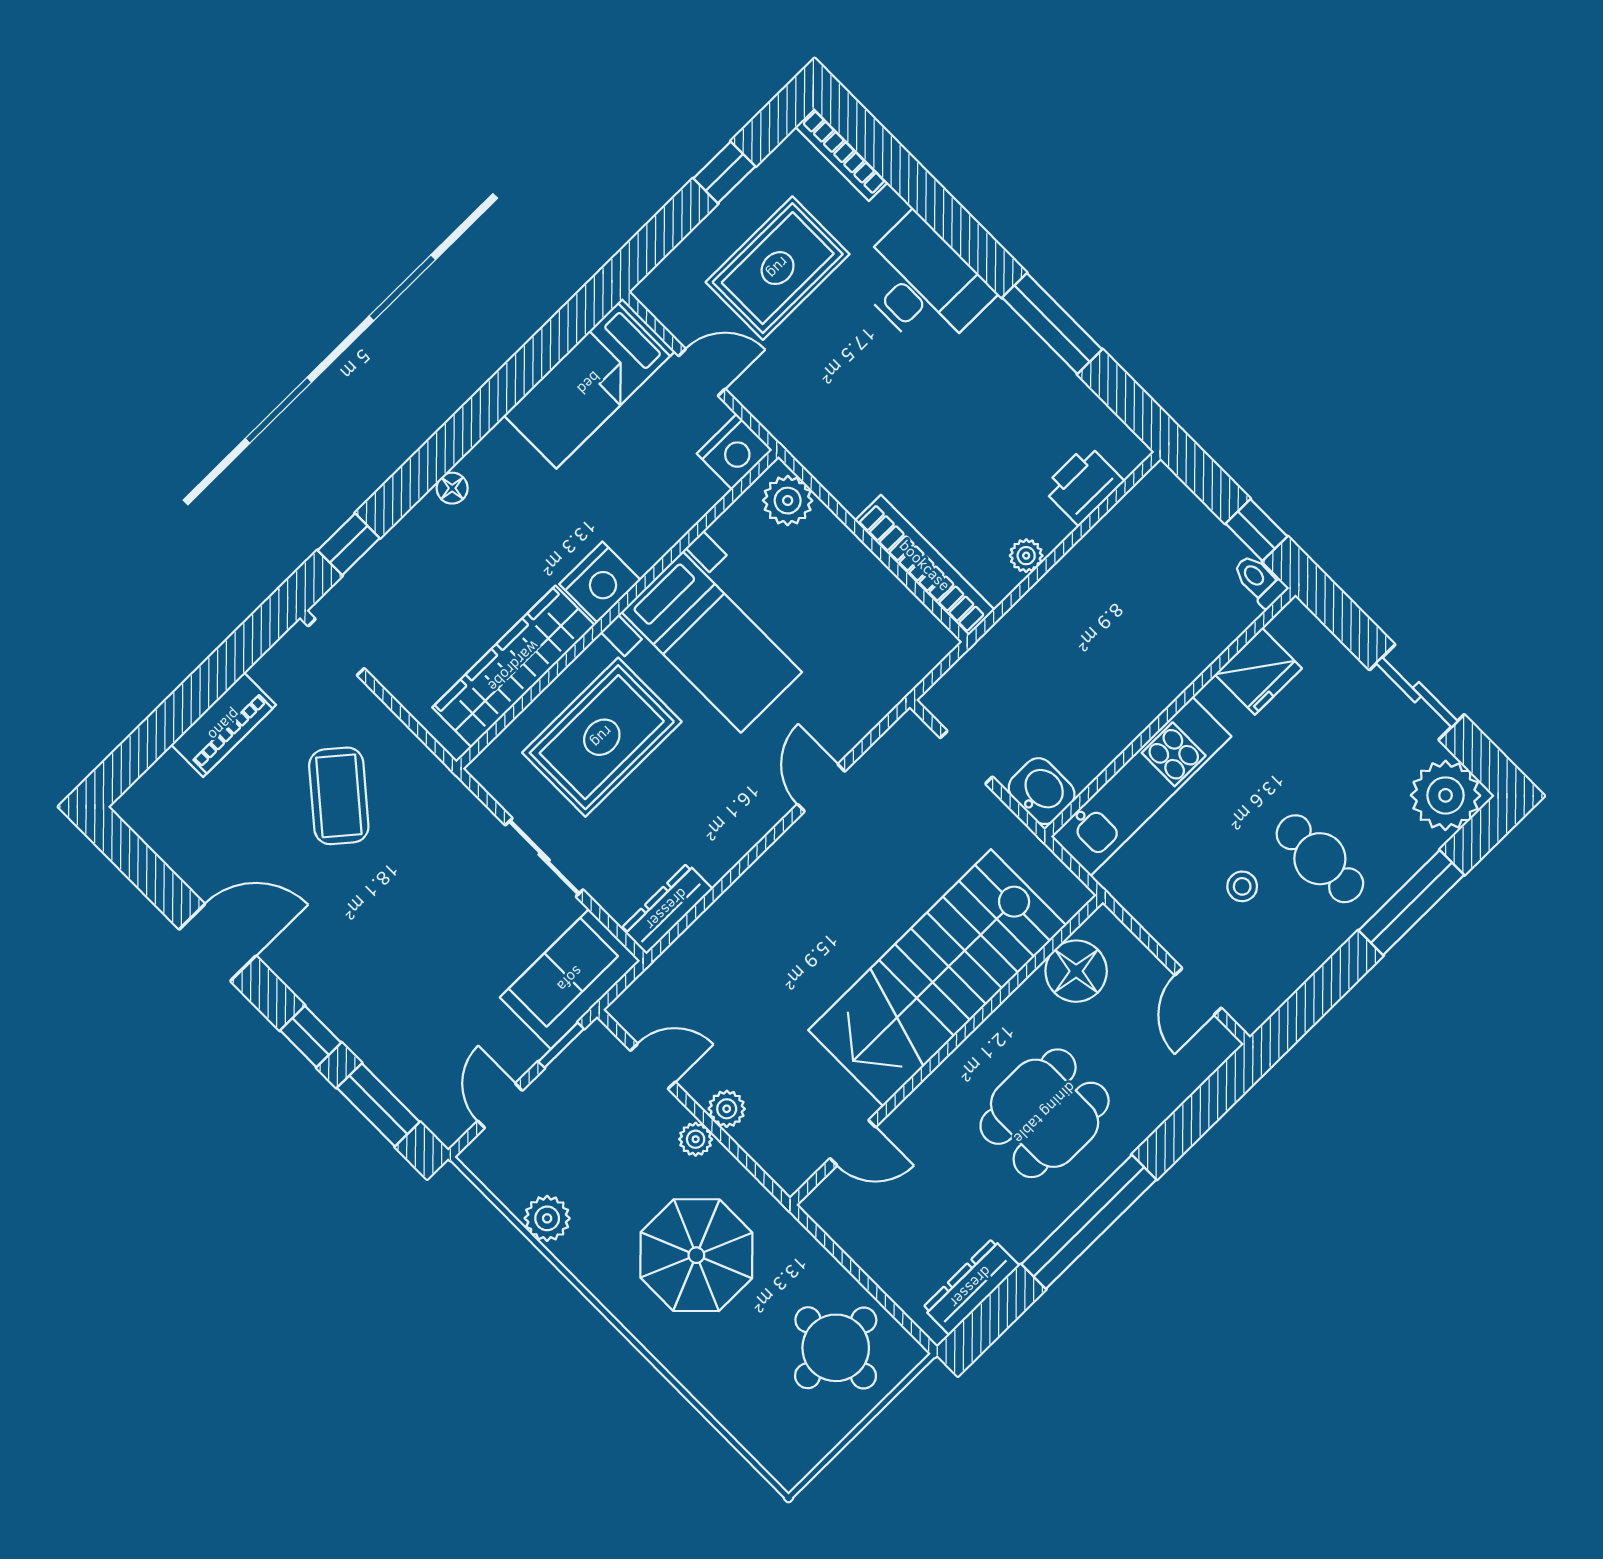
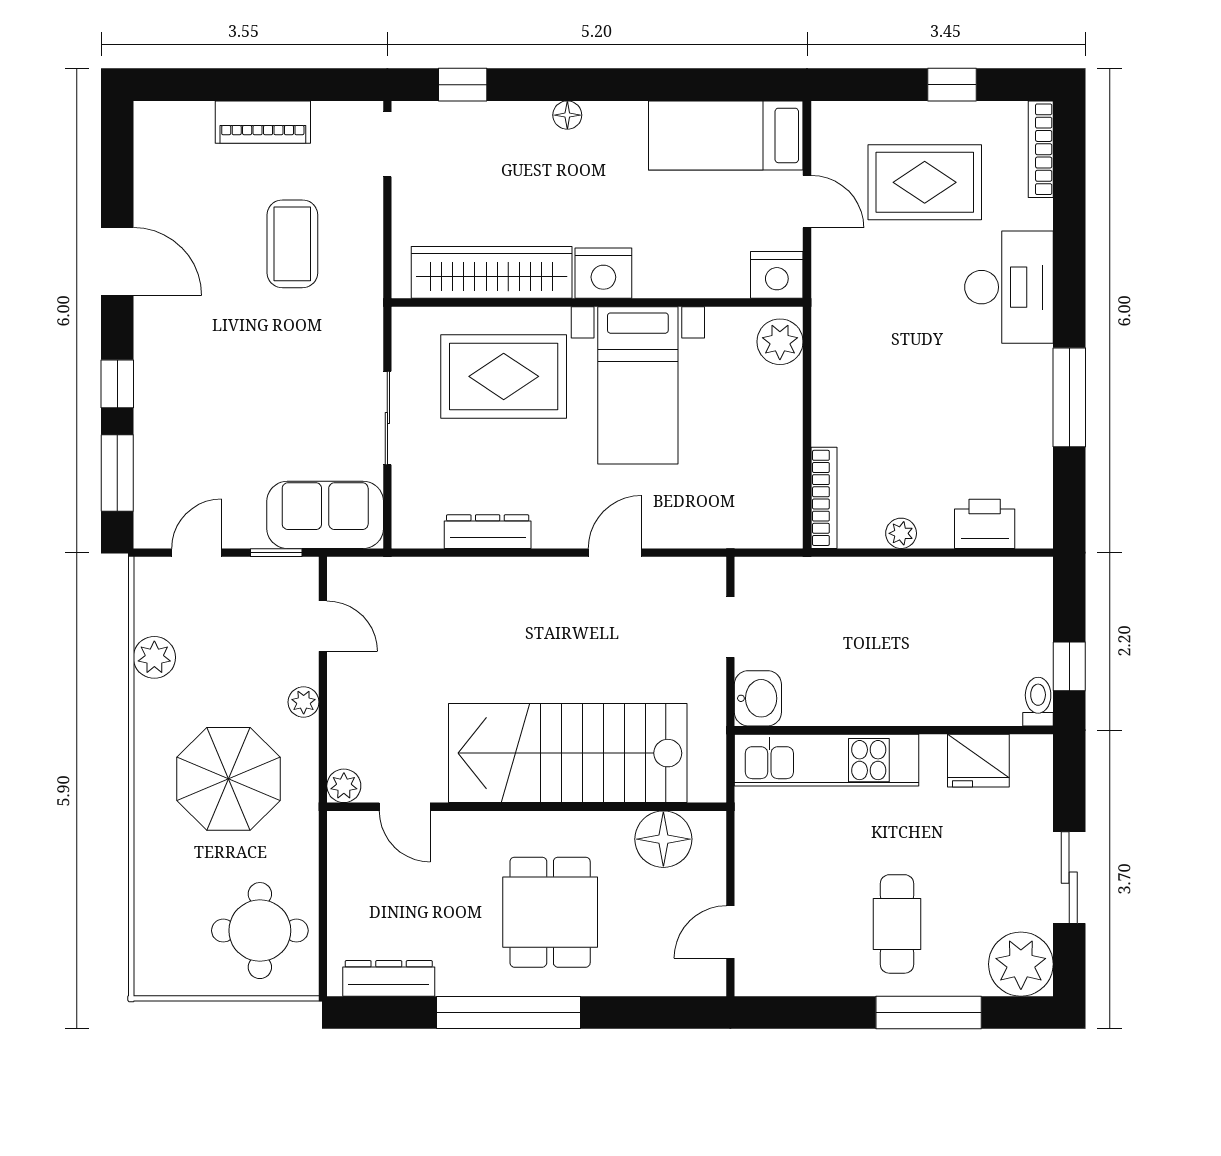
bookcase: (925, 565) -> (824, 498), width x0.68, depth x0.76
coffee table: (339, 796) -> (292, 244), turned -40
stool: (1242, 886) -> (828, 892), removed
dresser: (667, 909) -> (488, 532), moved
plant: (727, 1109) -> (344, 786), moved
dining table: (1045, 1113) -> (550, 912), turned 90

